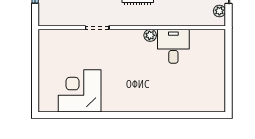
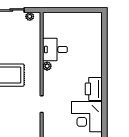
printer: (118, 100) -> (94, 89), added

